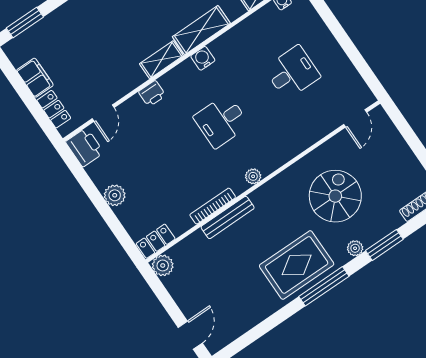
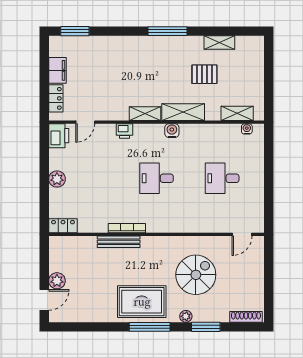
desk: (292, 72) -> (222, 178), turned 180
plant: (253, 176) -> (153, 227), removed
bookcase: (213, 206) -> (127, 228), moved
plant: (163, 265) -> (57, 281), moved

